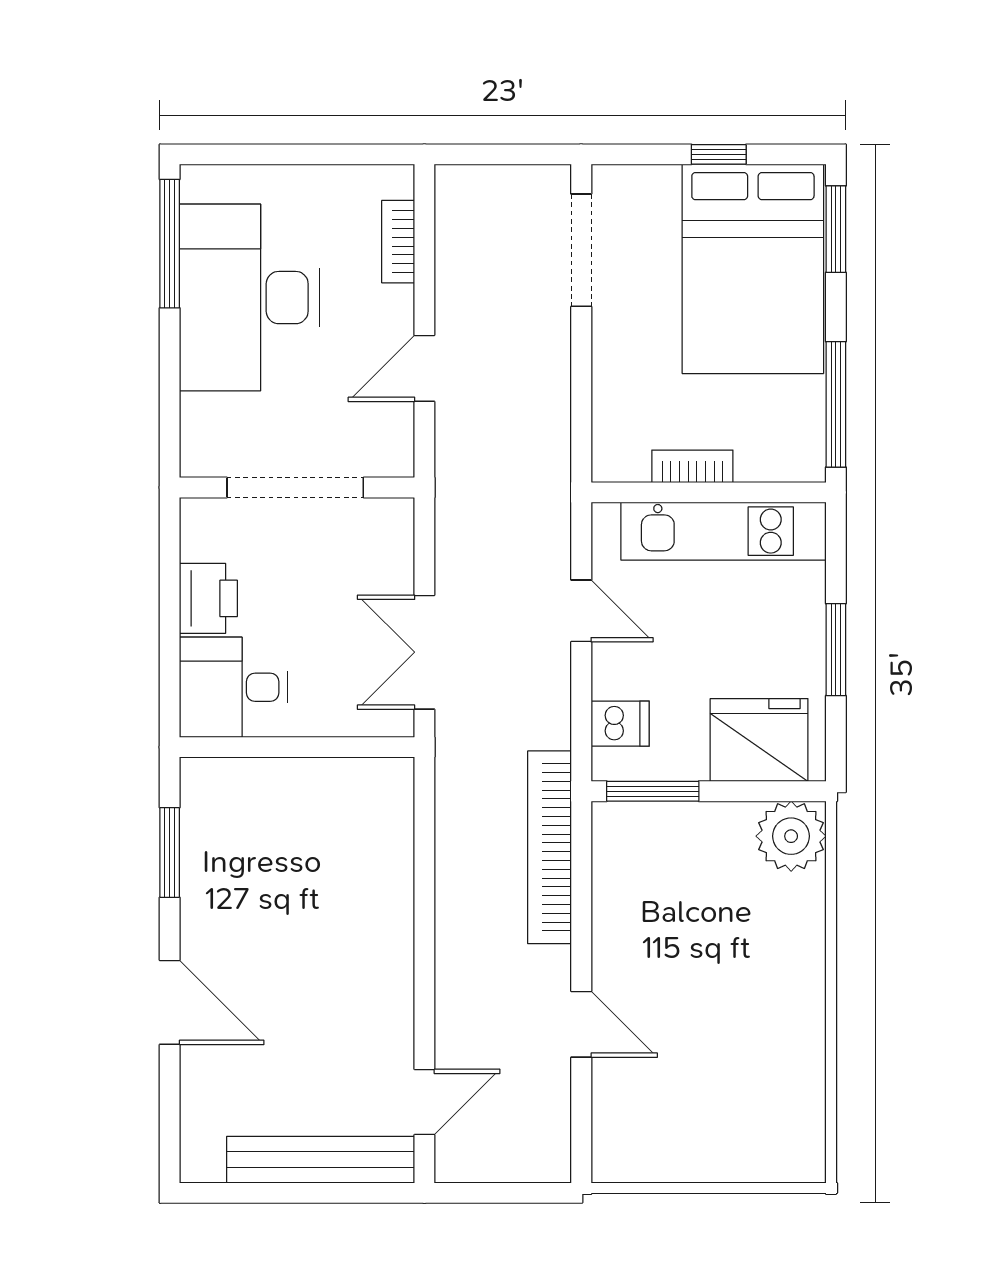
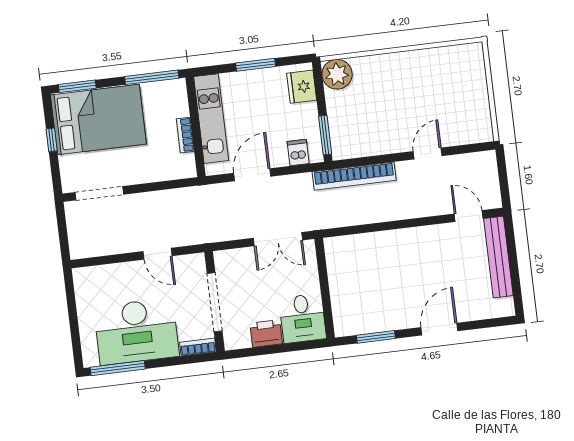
bookcase: (398, 242) -> (198, 347), moved, turned 180
door: (581, 611) -> (252, 175), width x1.38
fridge: (759, 740) -> (302, 87), width x0.73, depth x0.75

